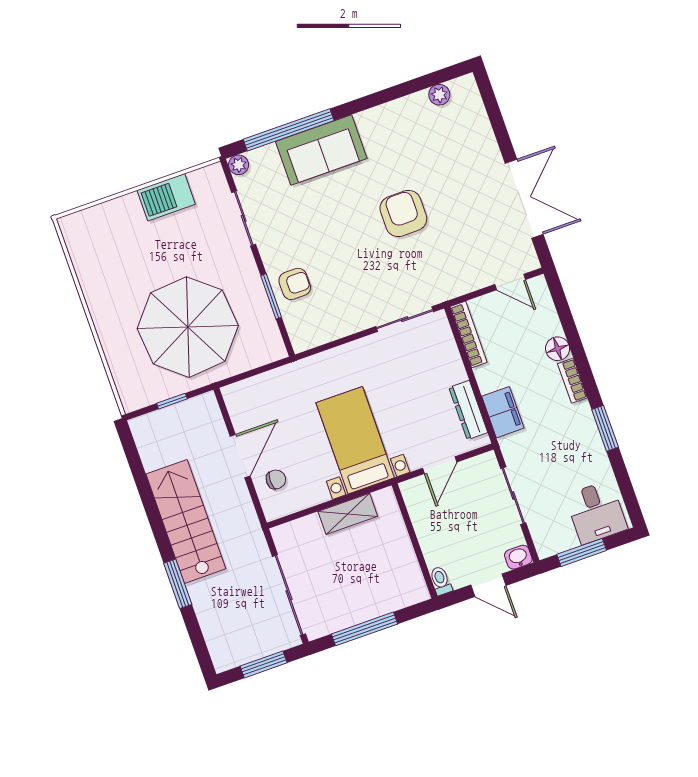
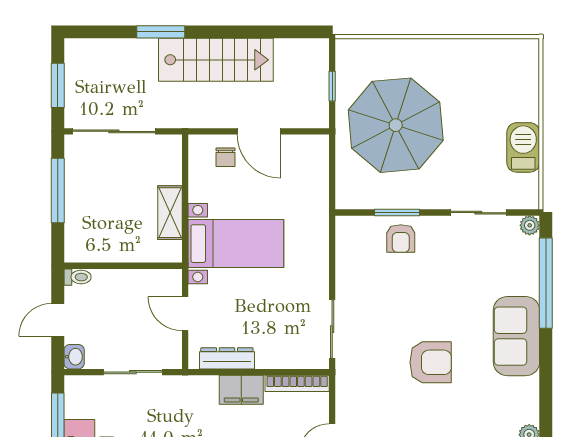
sofa: (321, 150) -> (516, 336), moved
filing cabinet: (503, 412) -> (241, 390), moved

